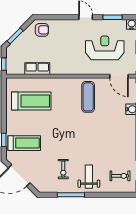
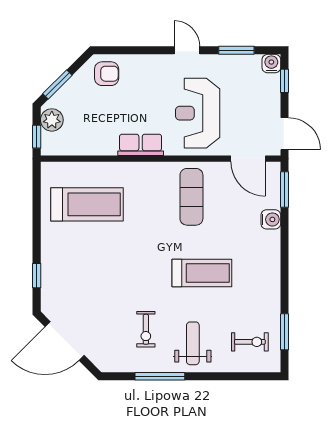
reception desk: (105, 48) -> (198, 113), moved, turned -90
plant: (12, 55) -> (52, 120), added
row of seats: (37, 69) -> (141, 145), moved
treadmill: (24, 143) -> (202, 273), moved

